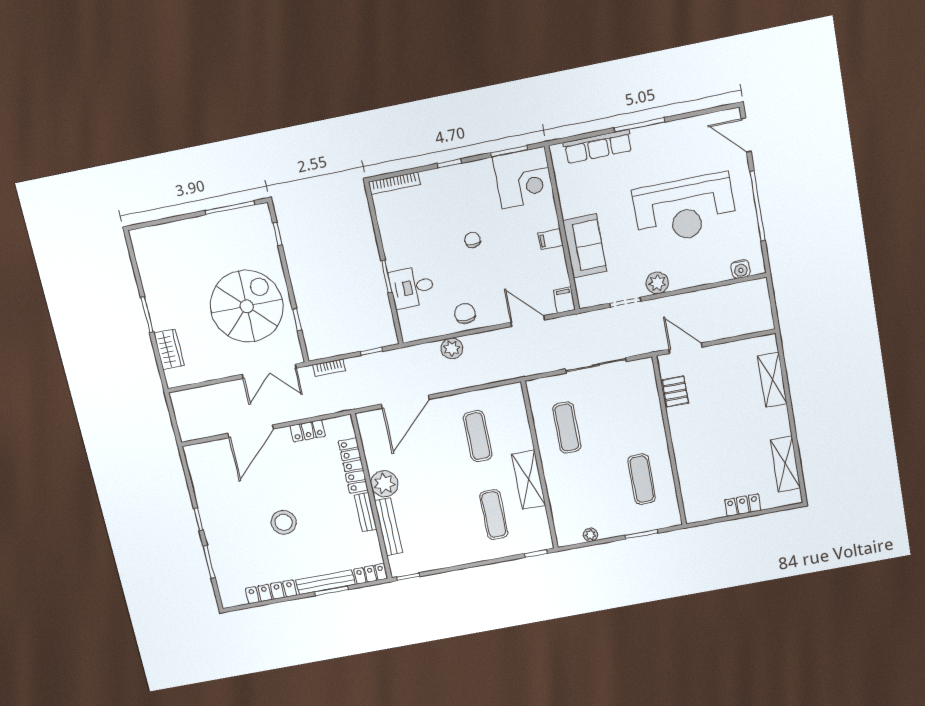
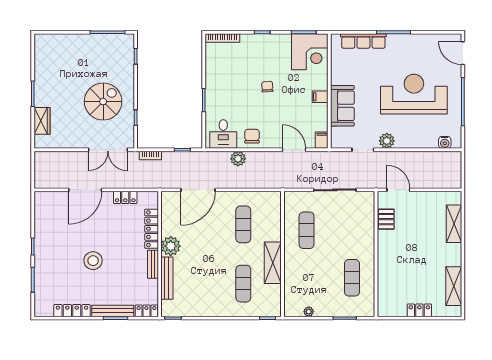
reception desk: (685, 209) -> (414, 94), turned 180
desk: (412, 287) -> (223, 134), moved, turned -90
spiral stairs: (247, 306) -> (103, 102), width x0.73, depth x0.73

